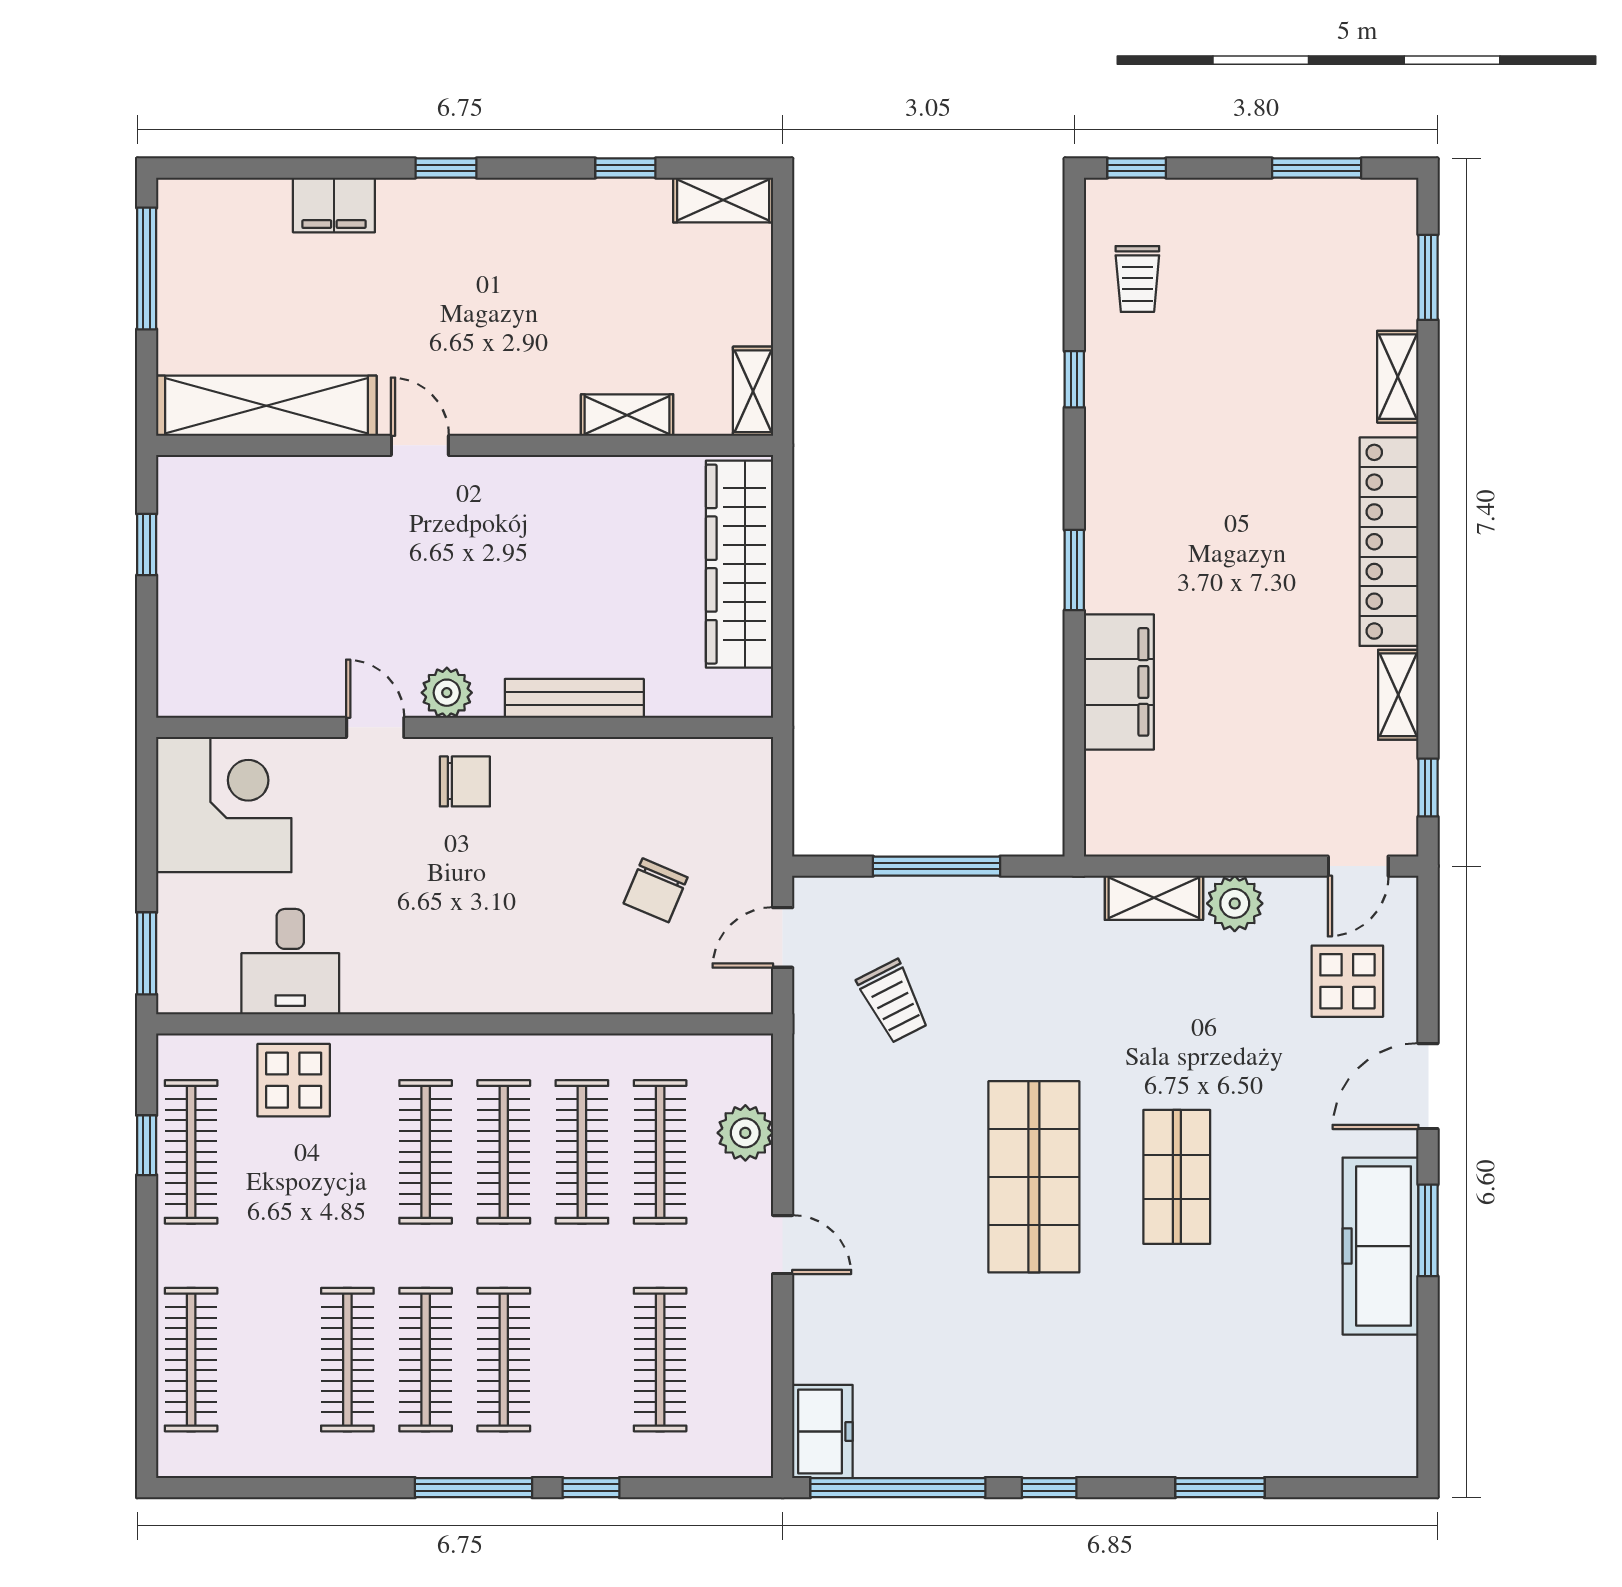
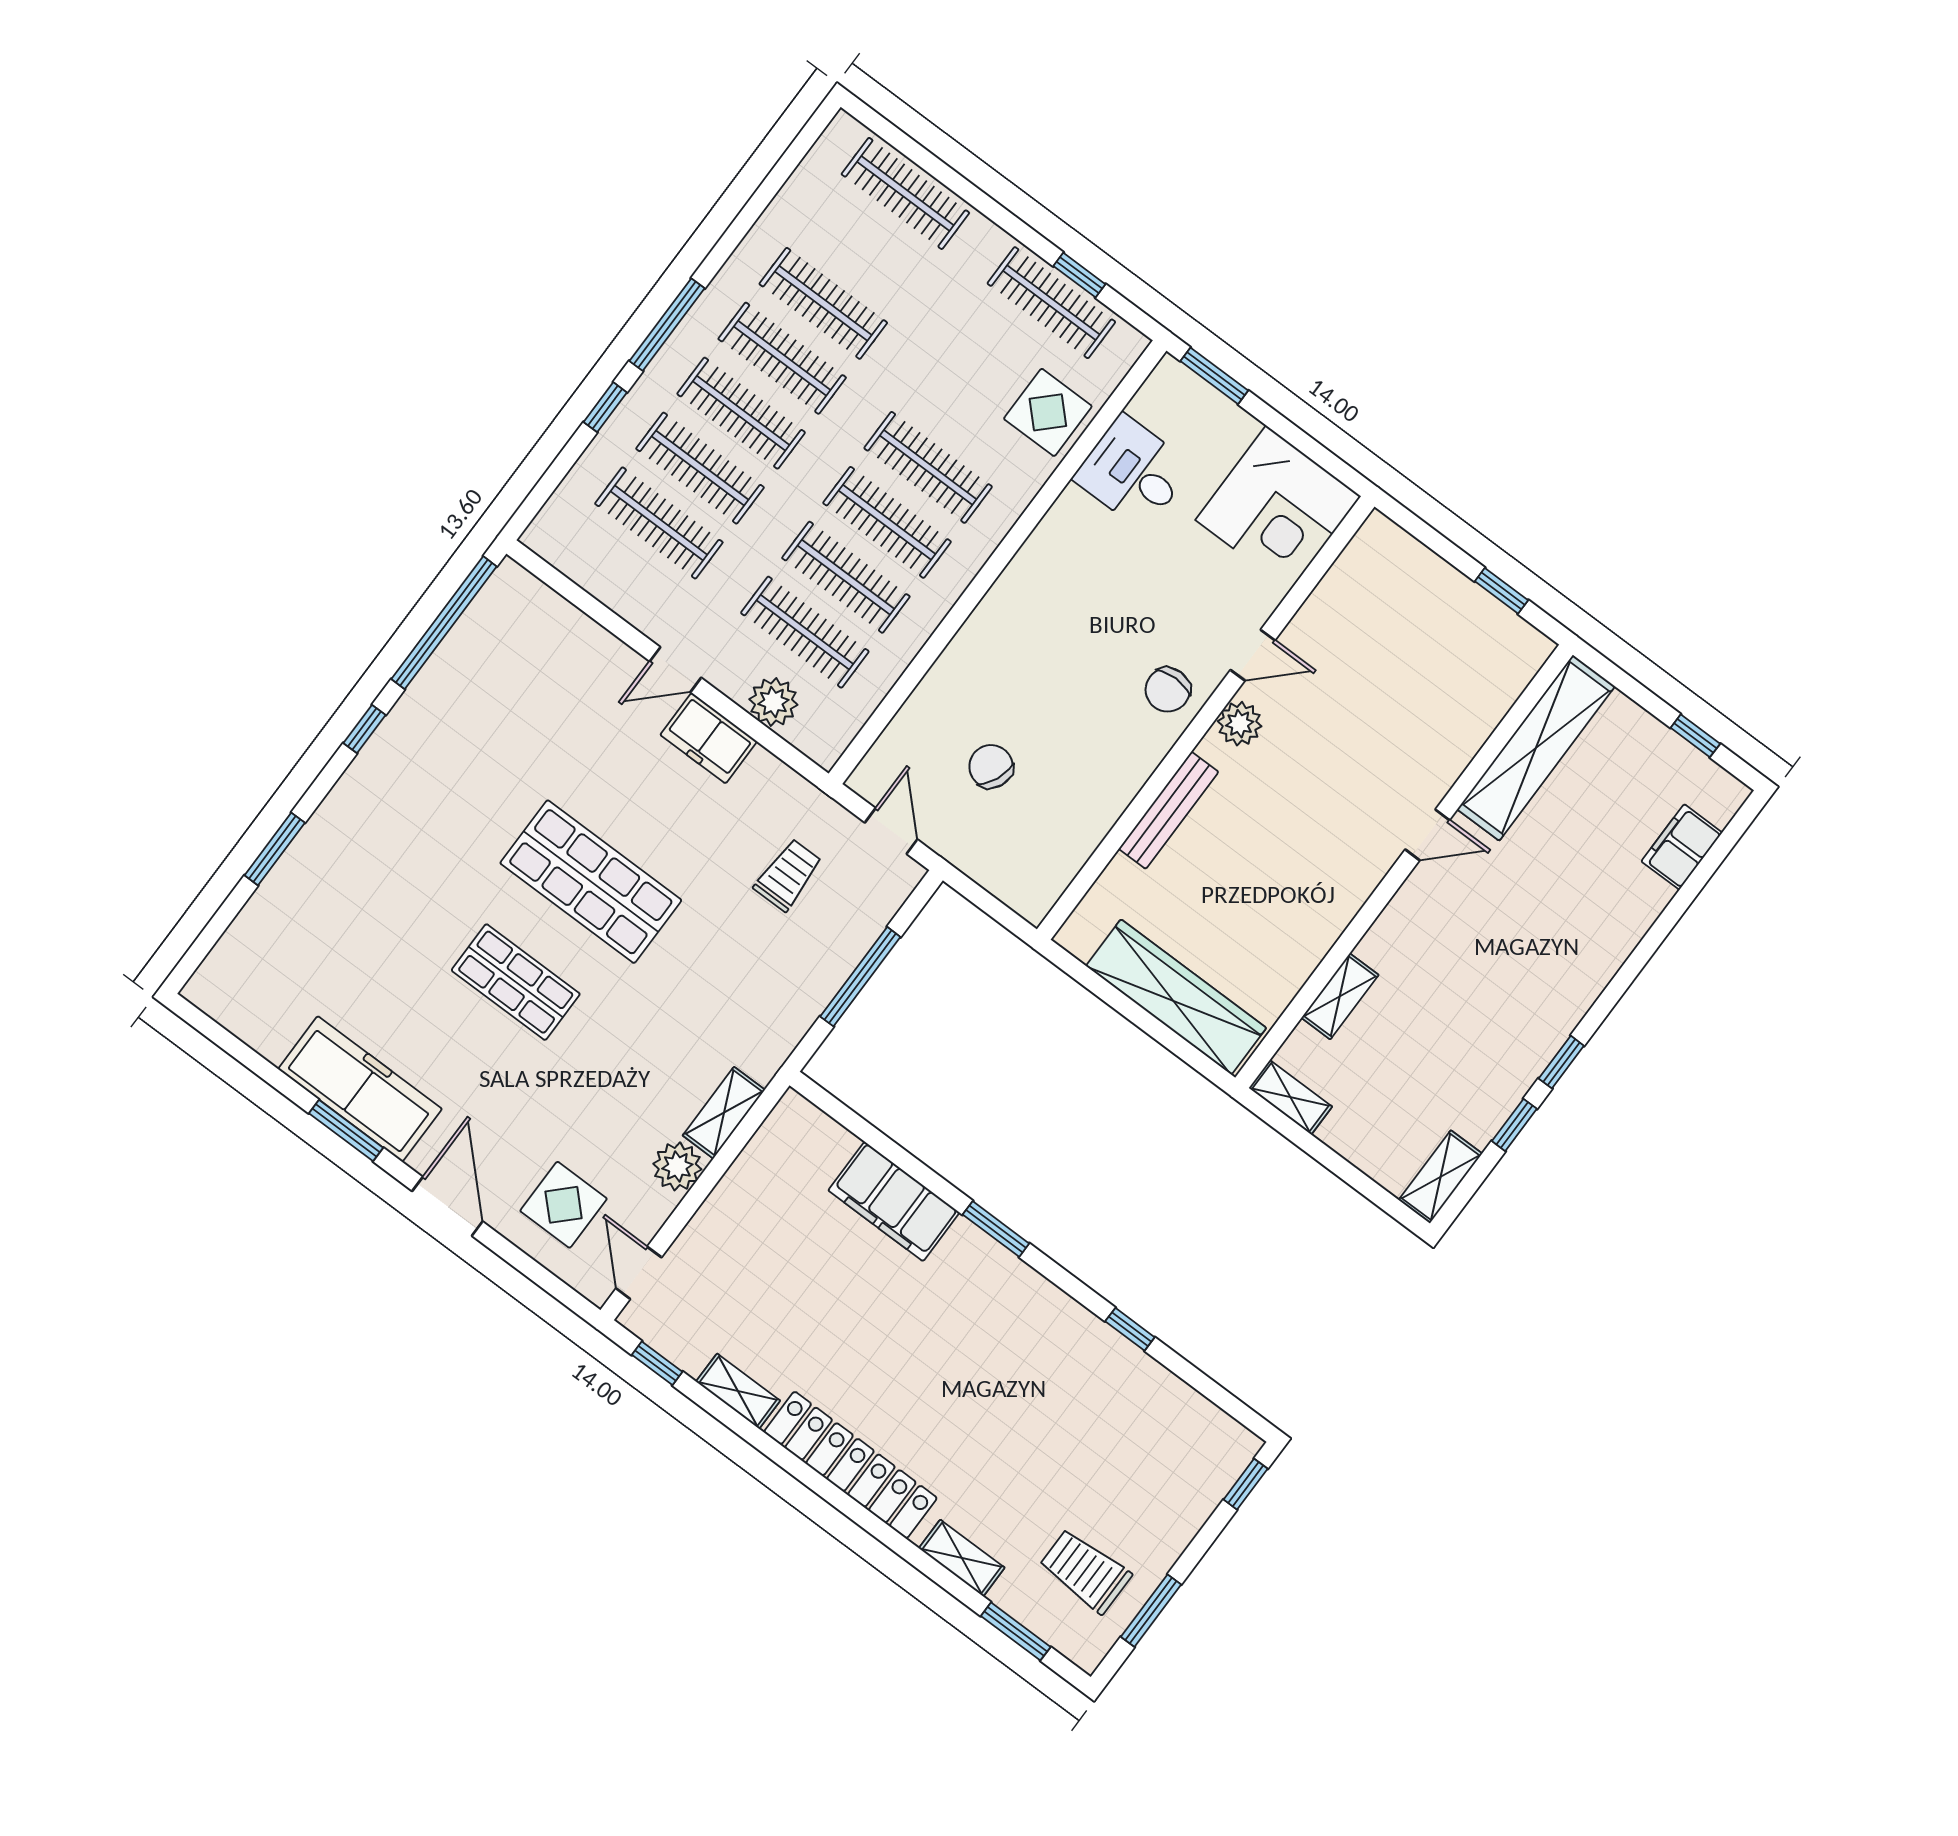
window: (446, 168) -> (1561, 1062), moved
filing cabinet: (334, 205) -> (1682, 847), moved
window: (147, 269) -> (1695, 736), width x0.46
trolley: (1137, 279) -> (1085, 1571), moved, width x1.36, depth x1.39
trolley: (893, 1001) -> (788, 875), turned 117
clothes rail: (582, 1360) -> (700, 468), added
freezer: (822, 1431) -> (709, 738), moved

